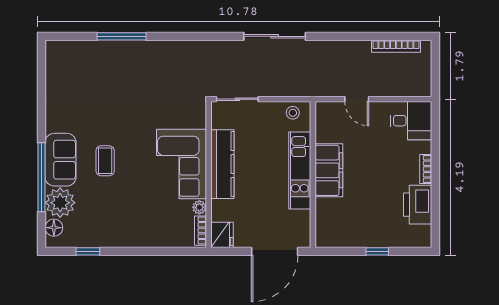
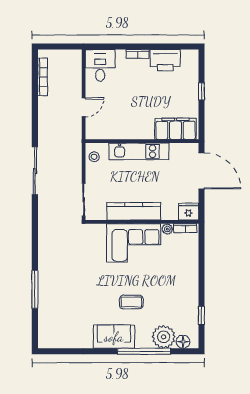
sofa: (61, 160) -> (114, 337), moved
filing cabinet: (329, 170) -> (176, 129), moved

